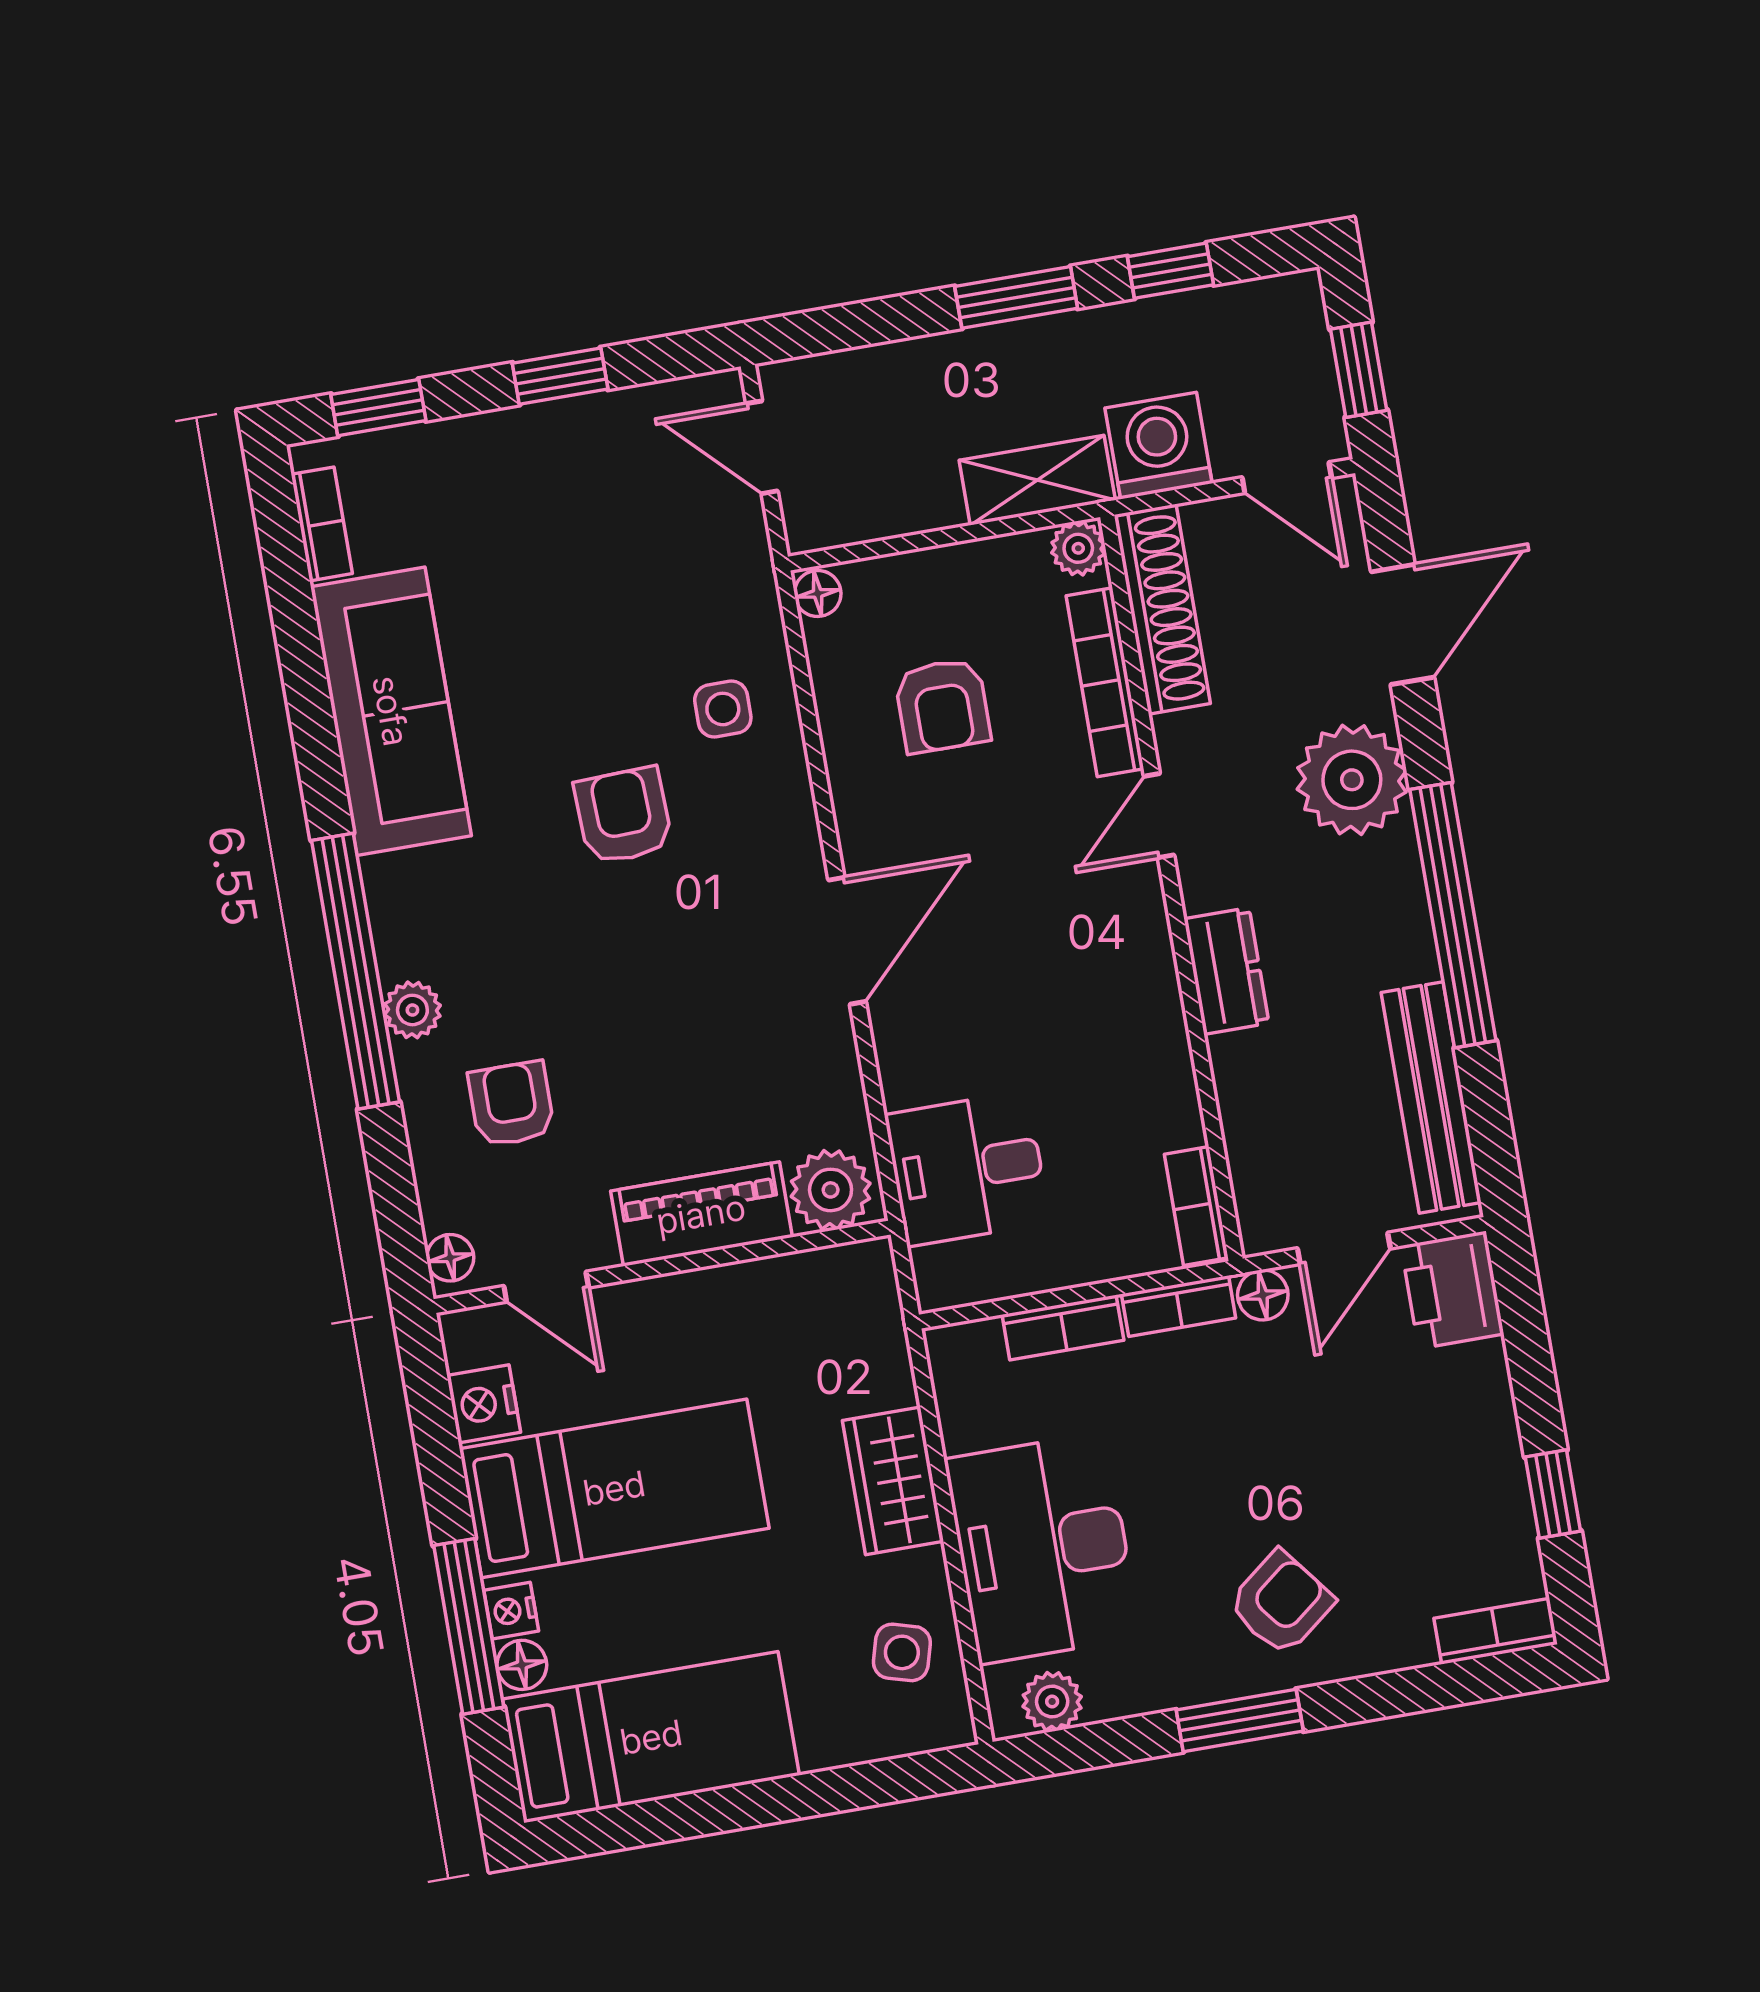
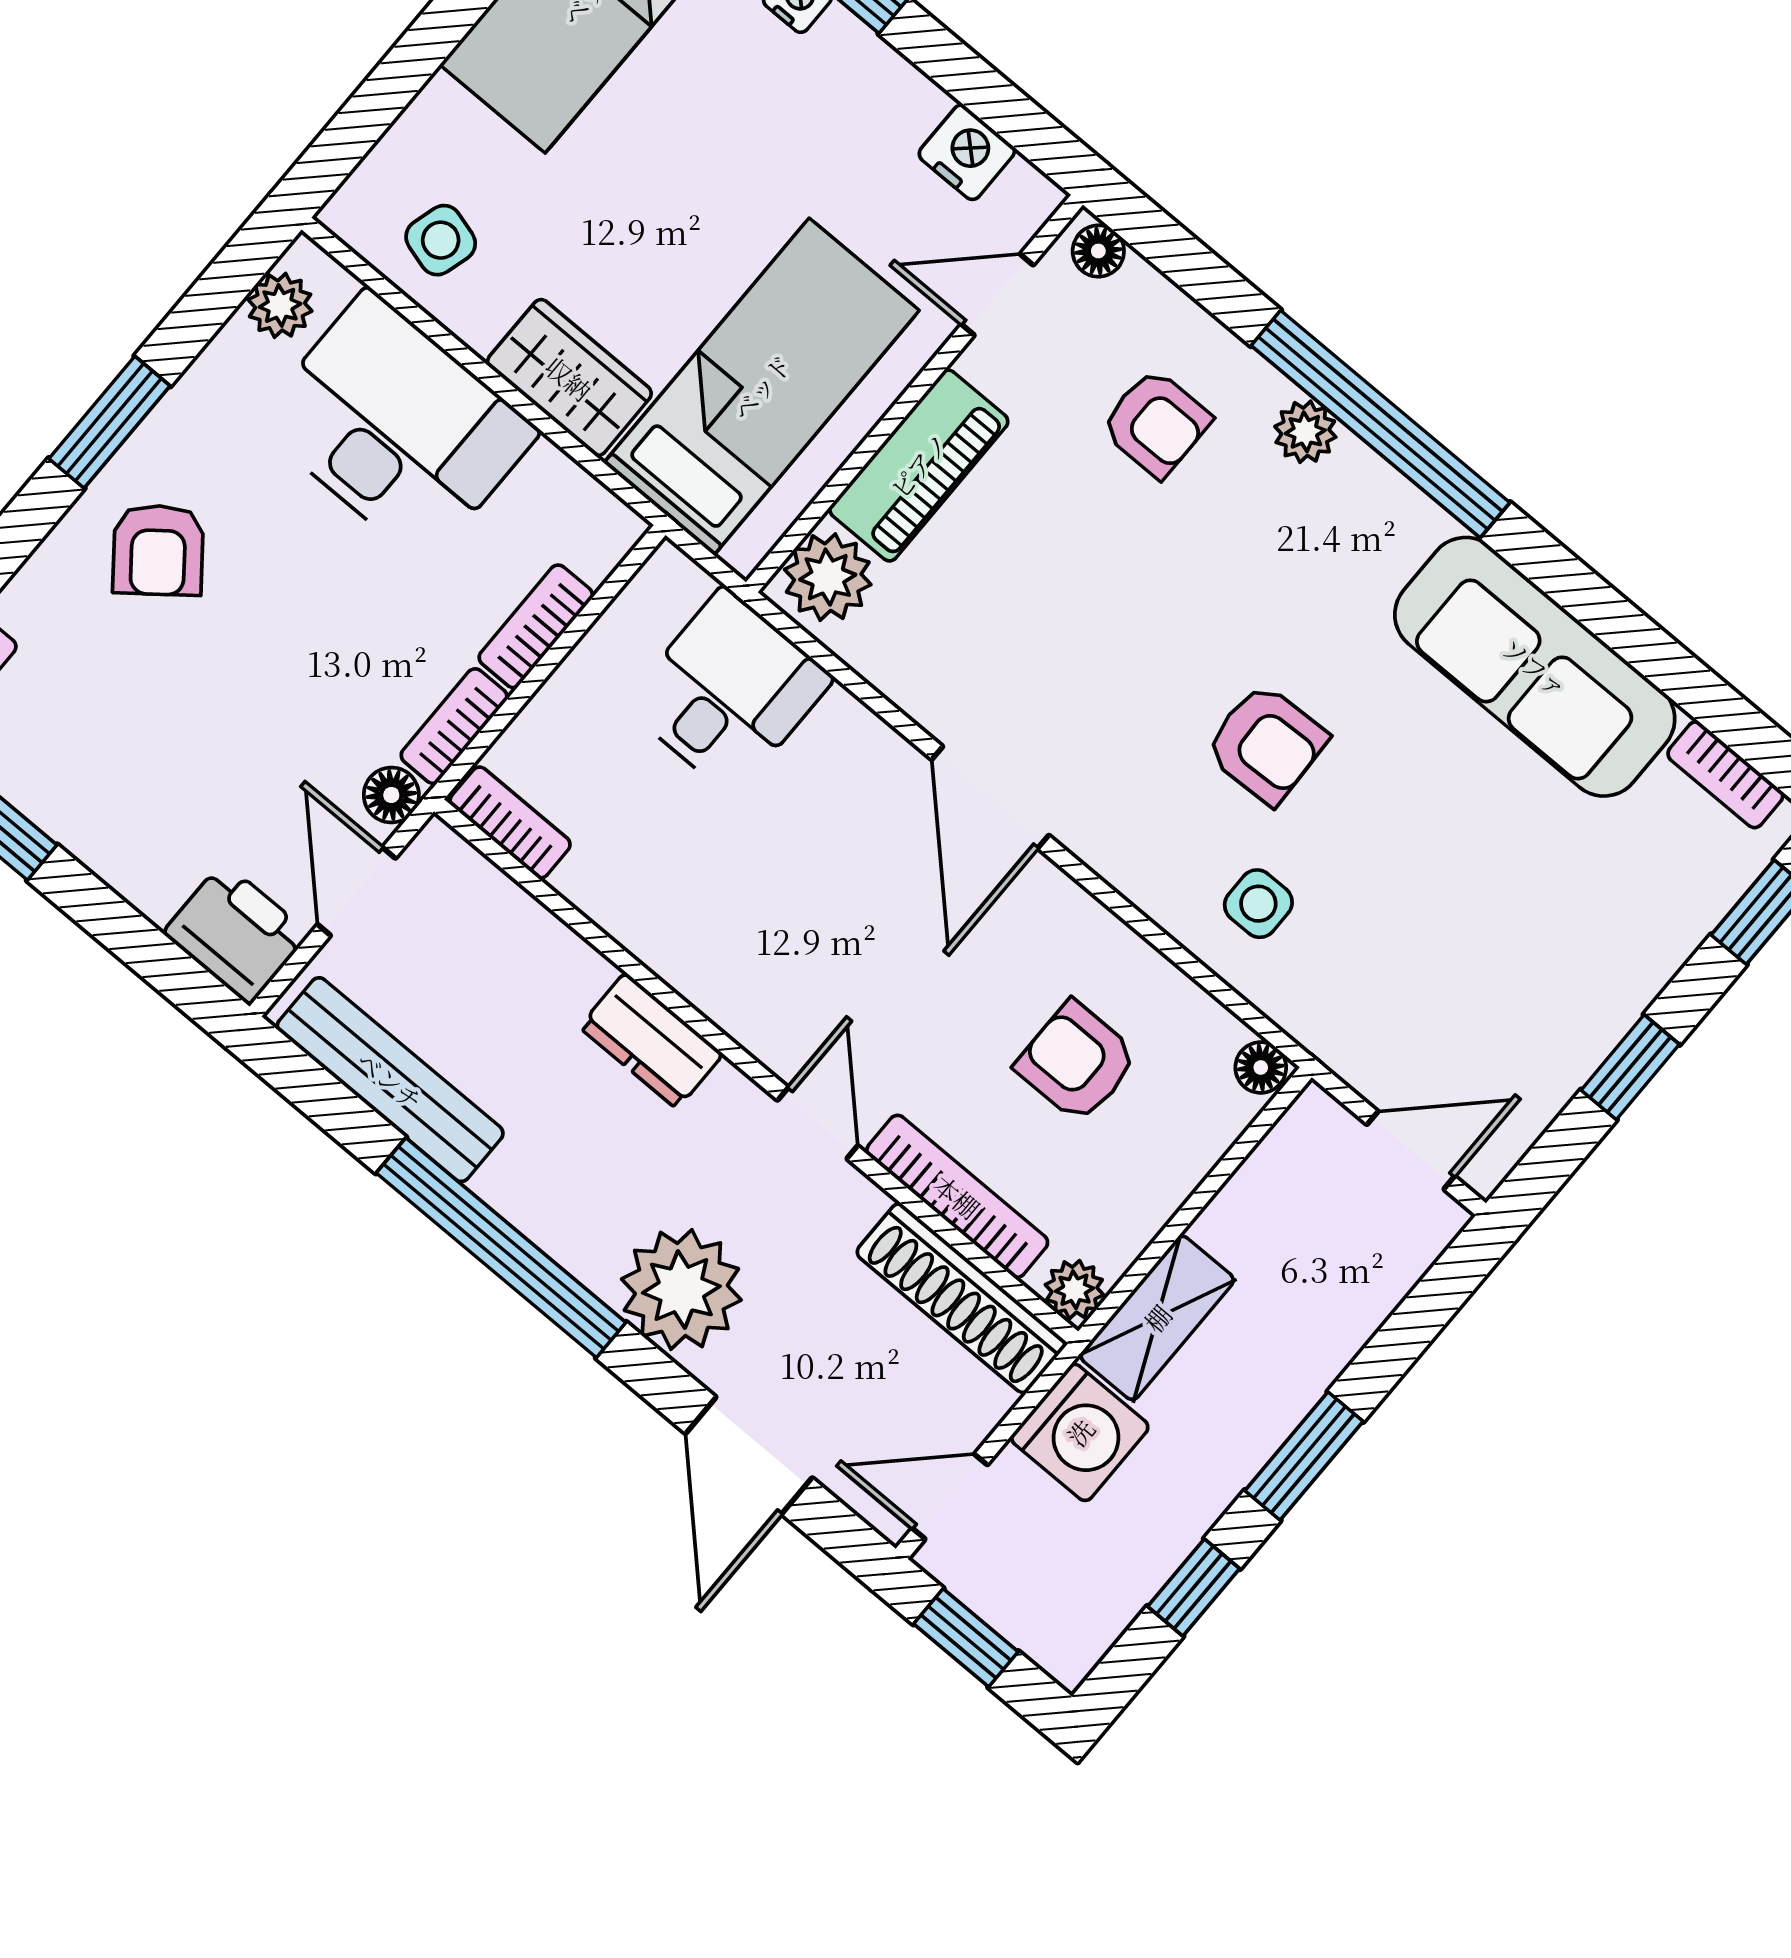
bed: (614, 1488) -> (761, 387), moved, turned 180

